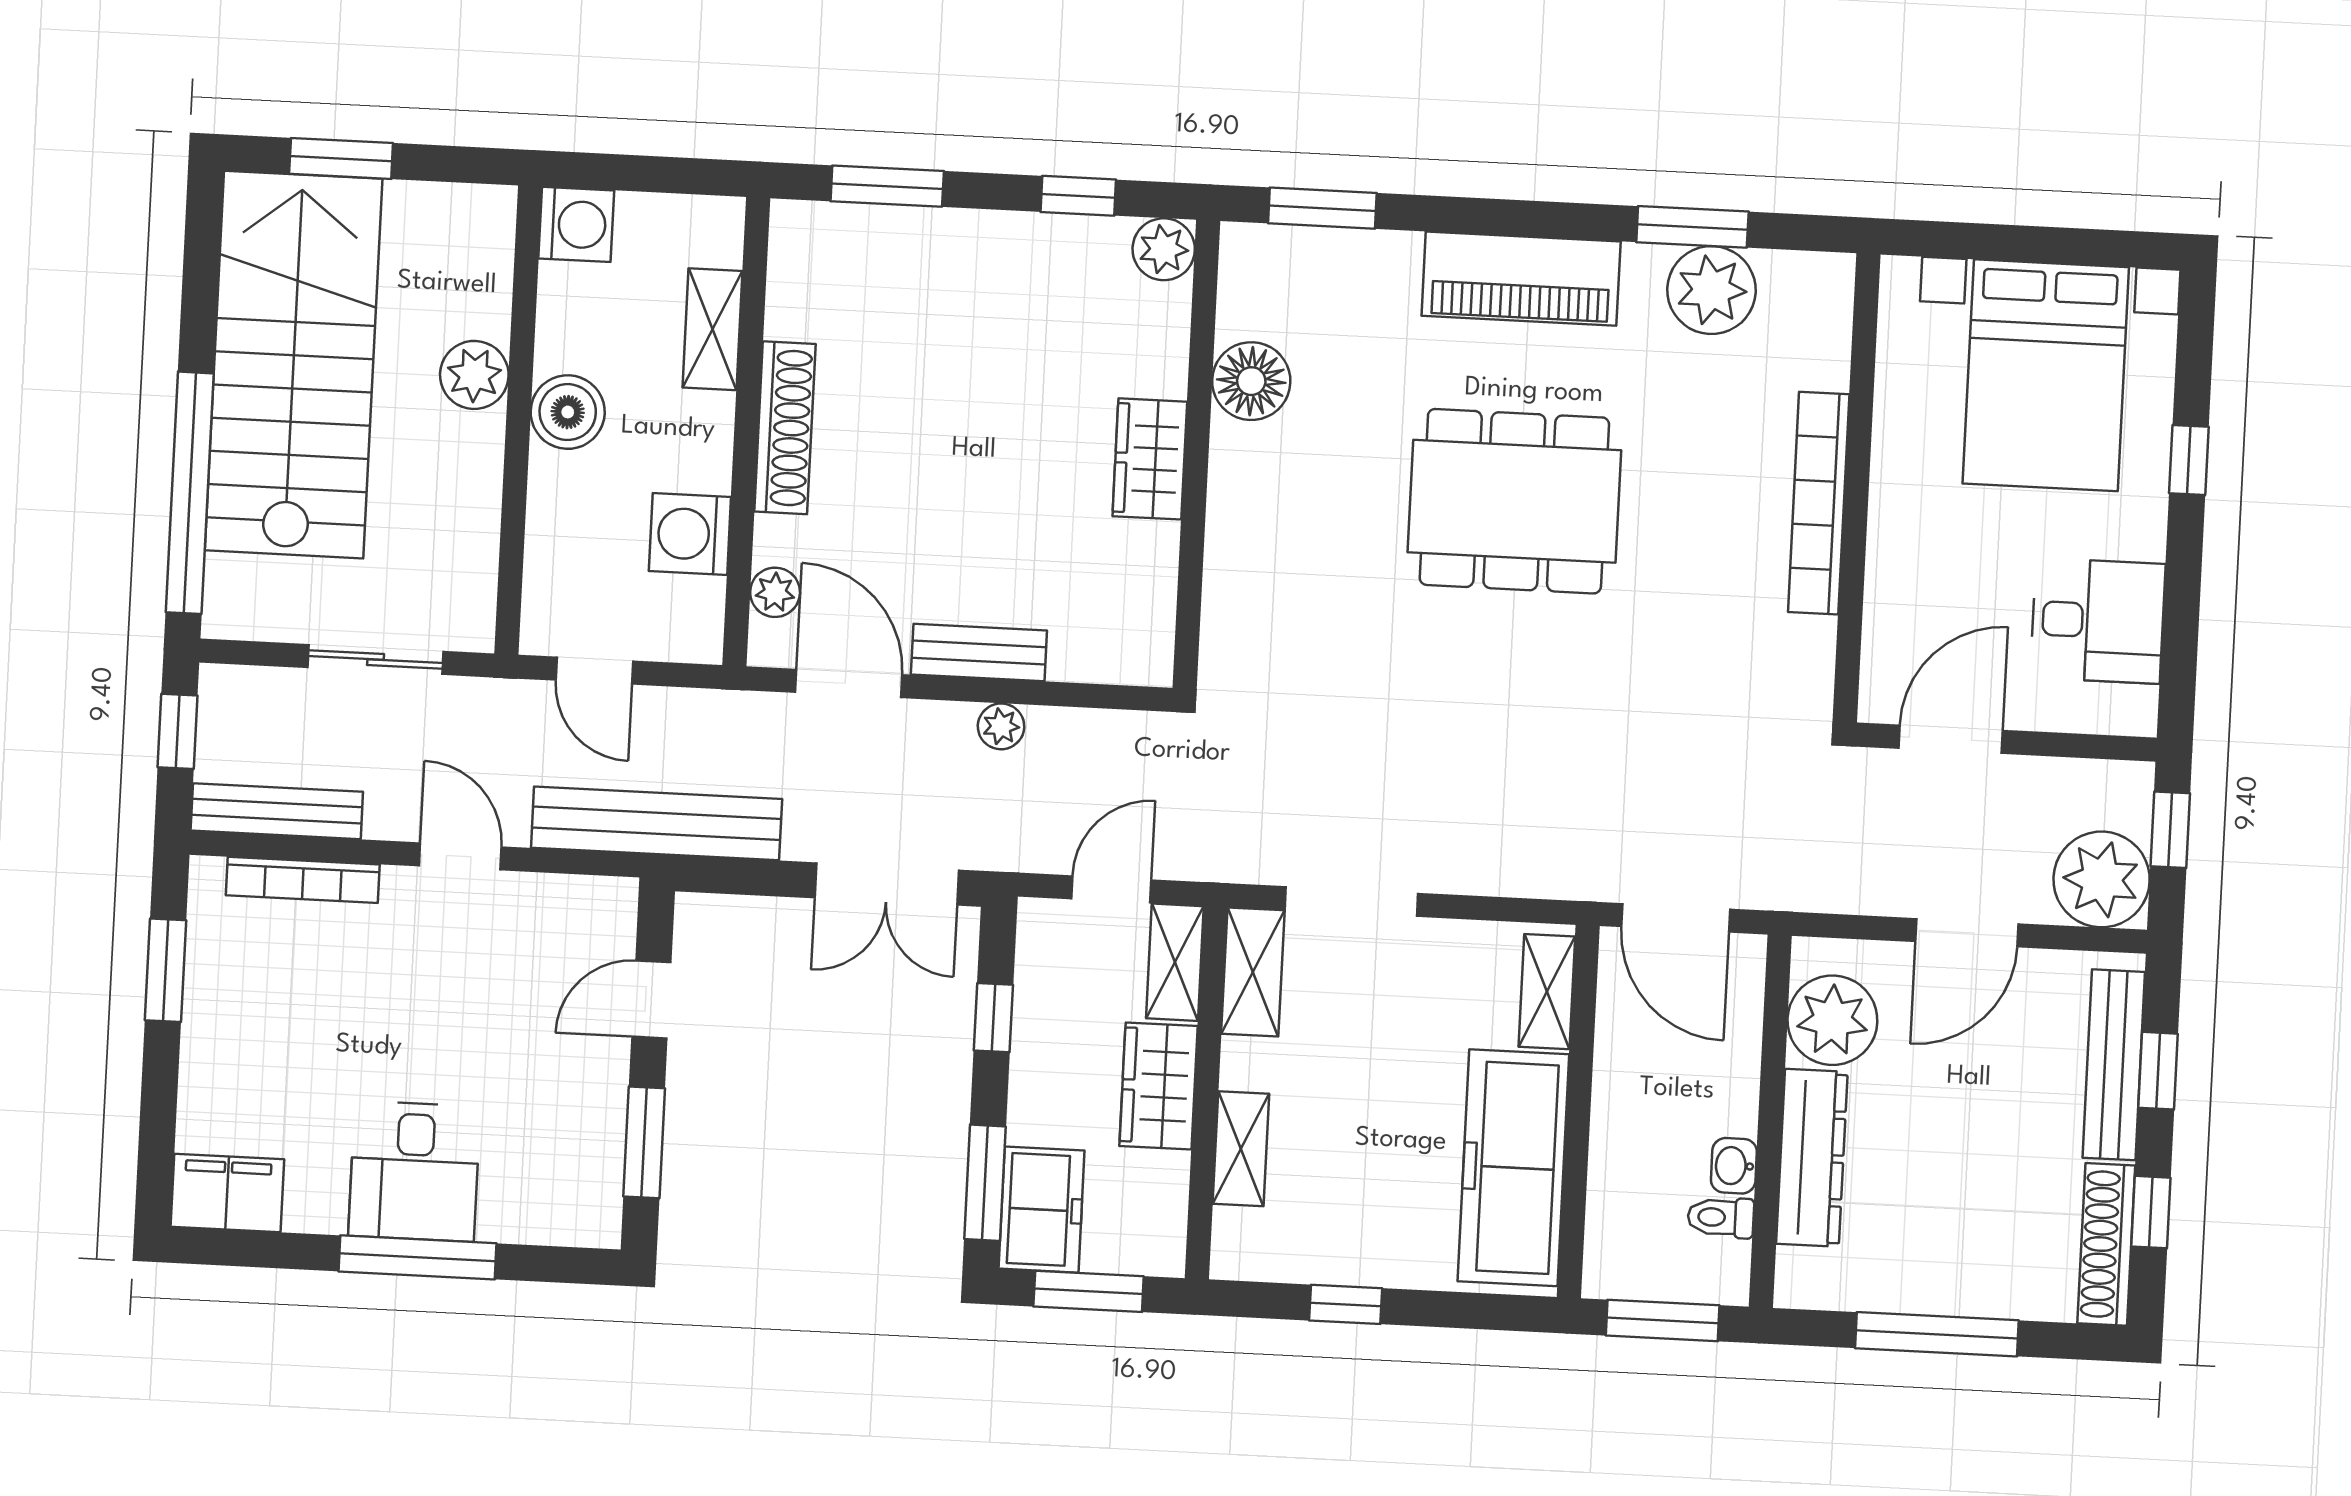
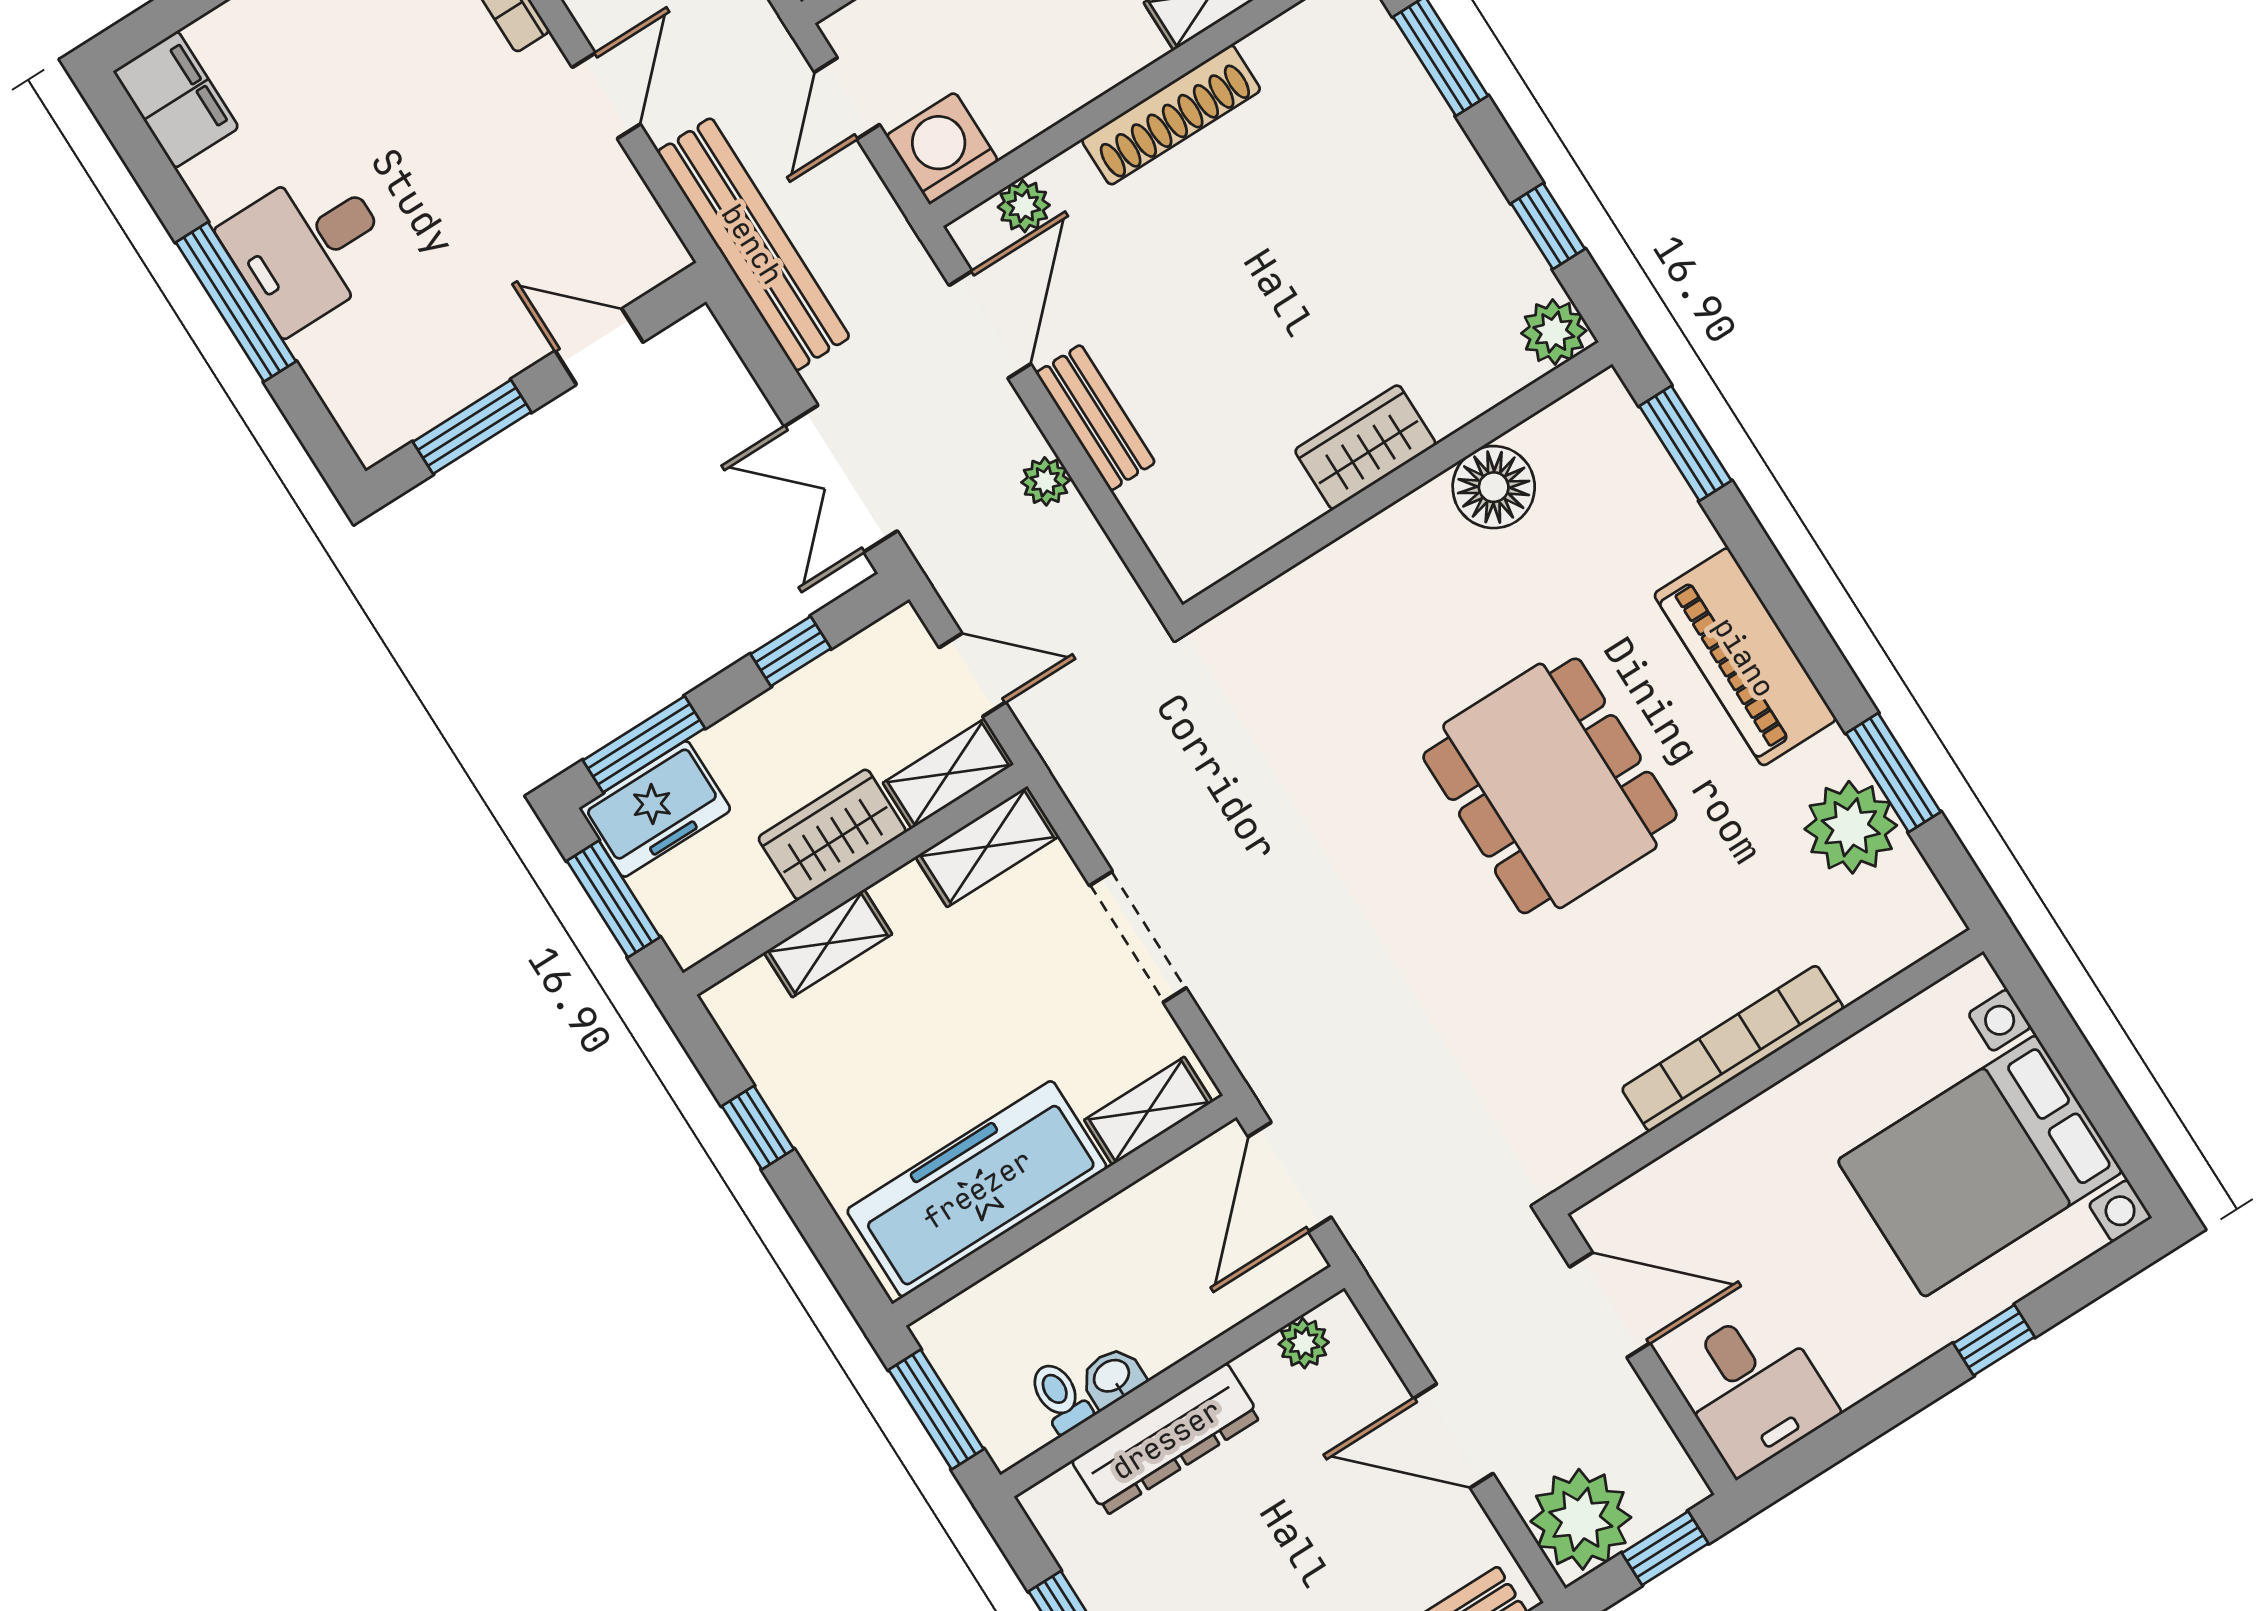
washing machine: (690, 534) -> (942, 148), moved
desk: (2098, 621) -> (1753, 1389), moved
doorway: (1352, 902) -> (1138, 937), moved
plant: (1832, 1020) -> (1304, 1343), width x0.53, depth x0.53

